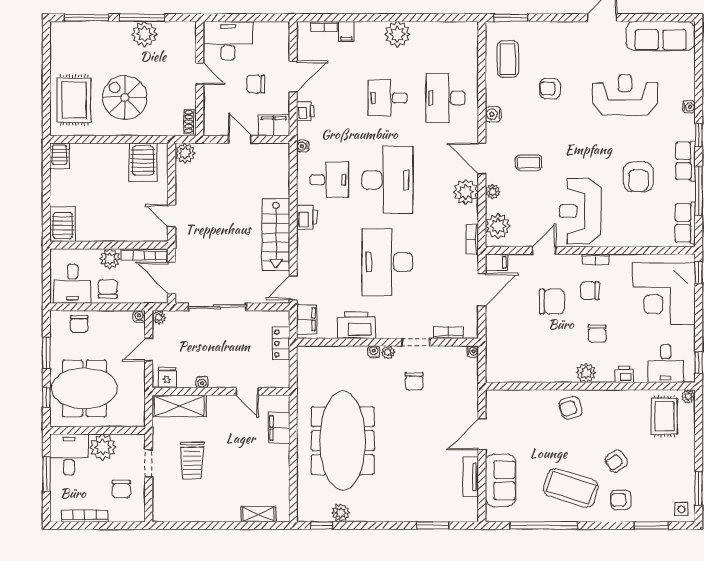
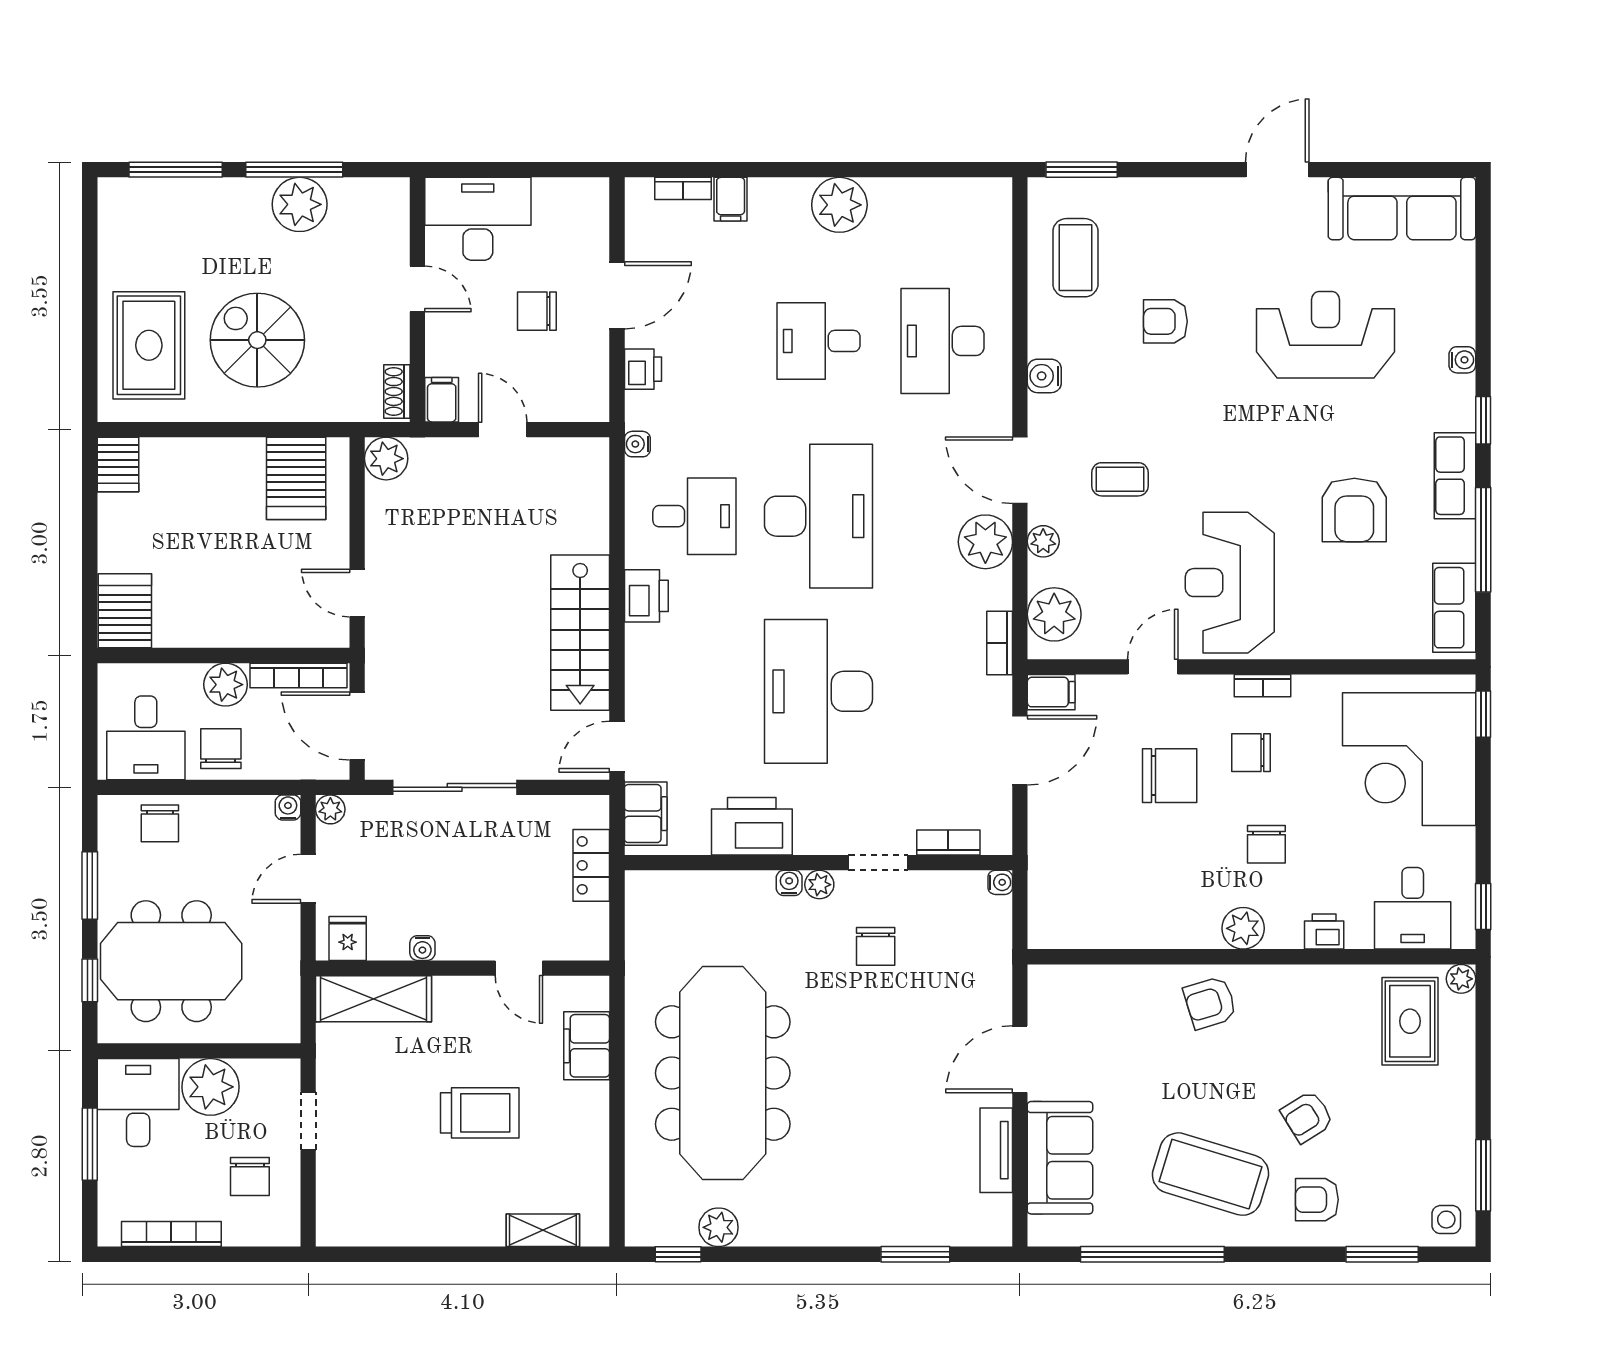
filing cabinet: (274, 125) -> (442, 400), moved, width x0.50
trolley: (192, 460) -> (480, 1113), moved, turned -90

